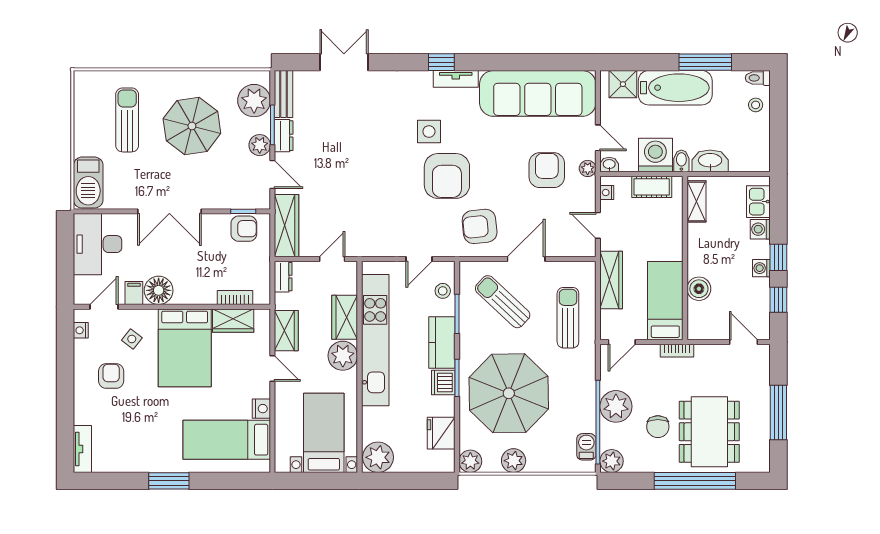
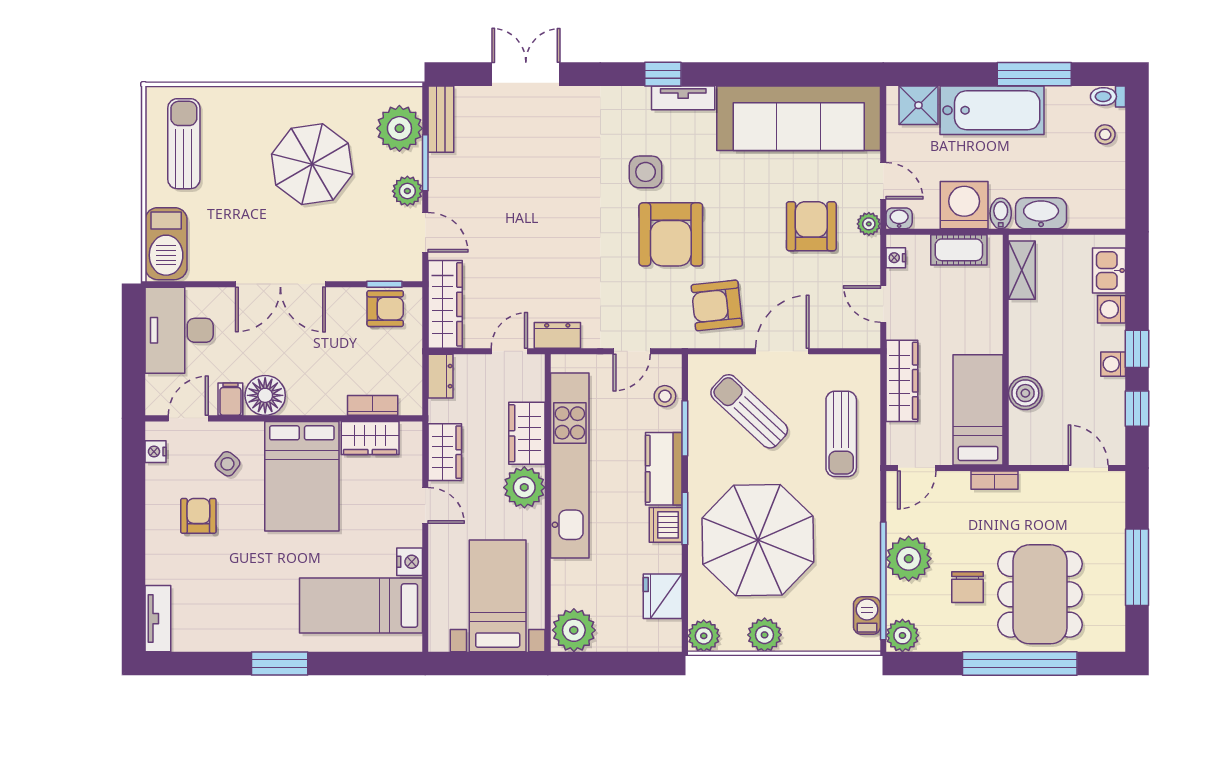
sun lounger: (127, 120) -> (184, 144), moved
dresser: (284, 136) -> (557, 335), moved, turned -90
sun lounger: (568, 318) -> (841, 434), turned 180

